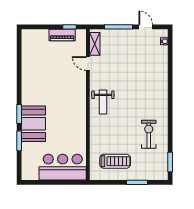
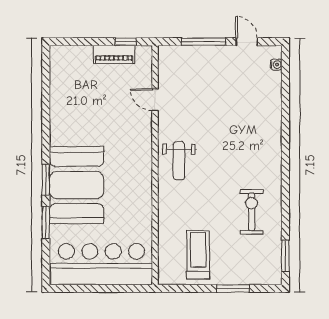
shelving: (95, 44) -> (166, 68), removed
booth: (33, 124) -> (77, 185), width x1.36, depth x1.42
treadmill: (115, 161) -> (198, 255), turned -90
bar counter: (63, 167) -> (101, 264), width x1.36

